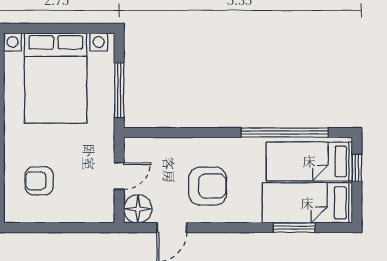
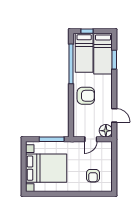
door: (119, 176) -> (91, 139), swing flipped
armchair: (208, 186) -> (86, 96), moved, turned 90

